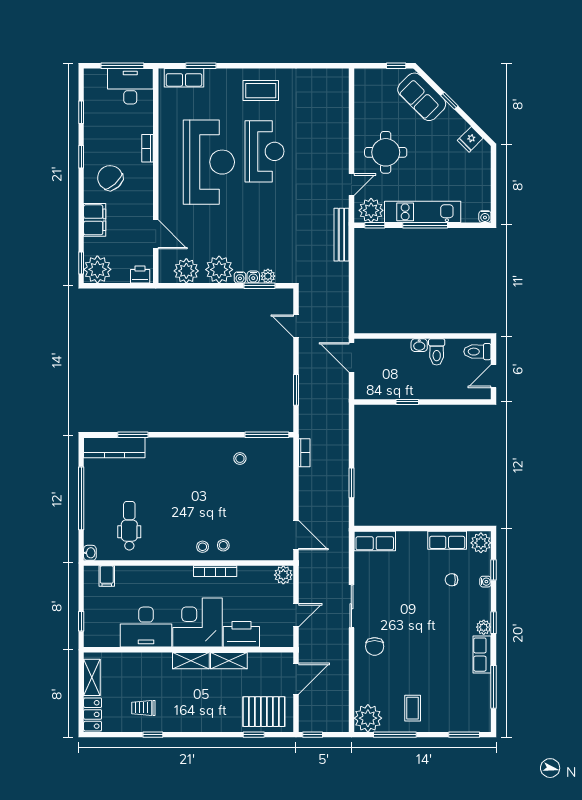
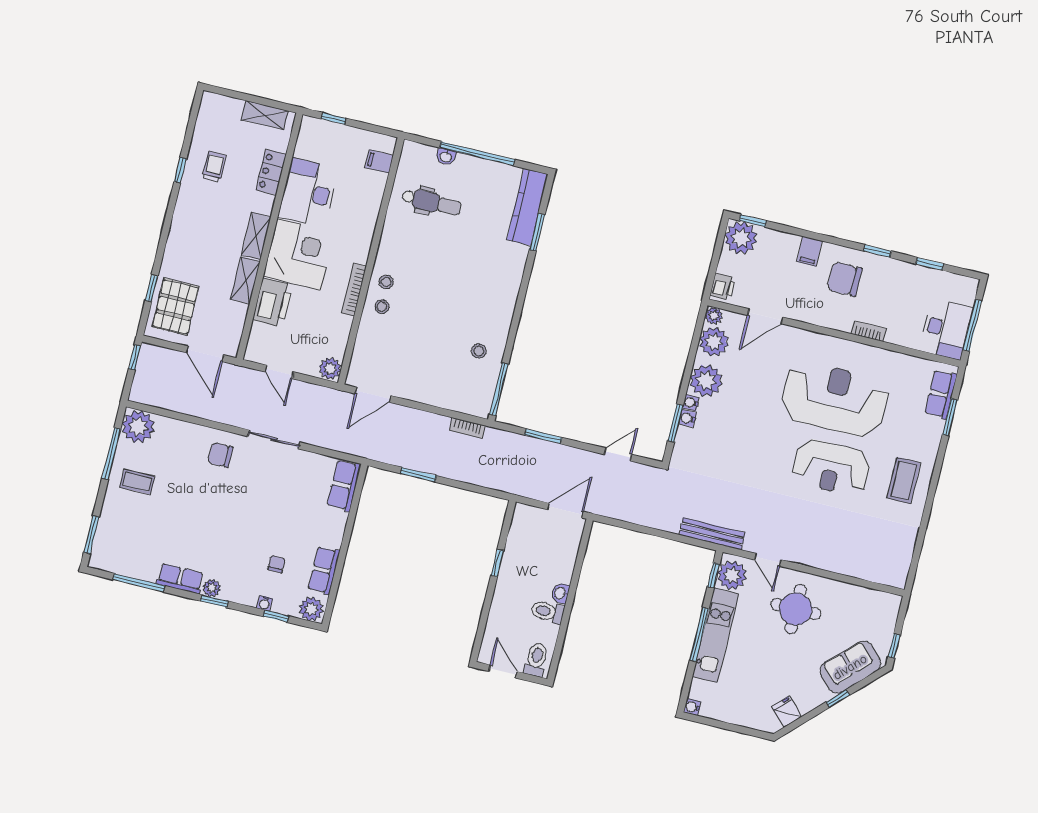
reception desk: (209, 162) -> (835, 399), turned 180
chair: (110, 178) -> (845, 279), turned -138
filing cabinet: (95, 220) -> (809, 251), width x0.50
plant: (268, 276) -> (714, 316), moved
washbasin: (90, 553) -> (446, 157), moved
locker: (93, 714) -> (271, 172), moved, turned 90

